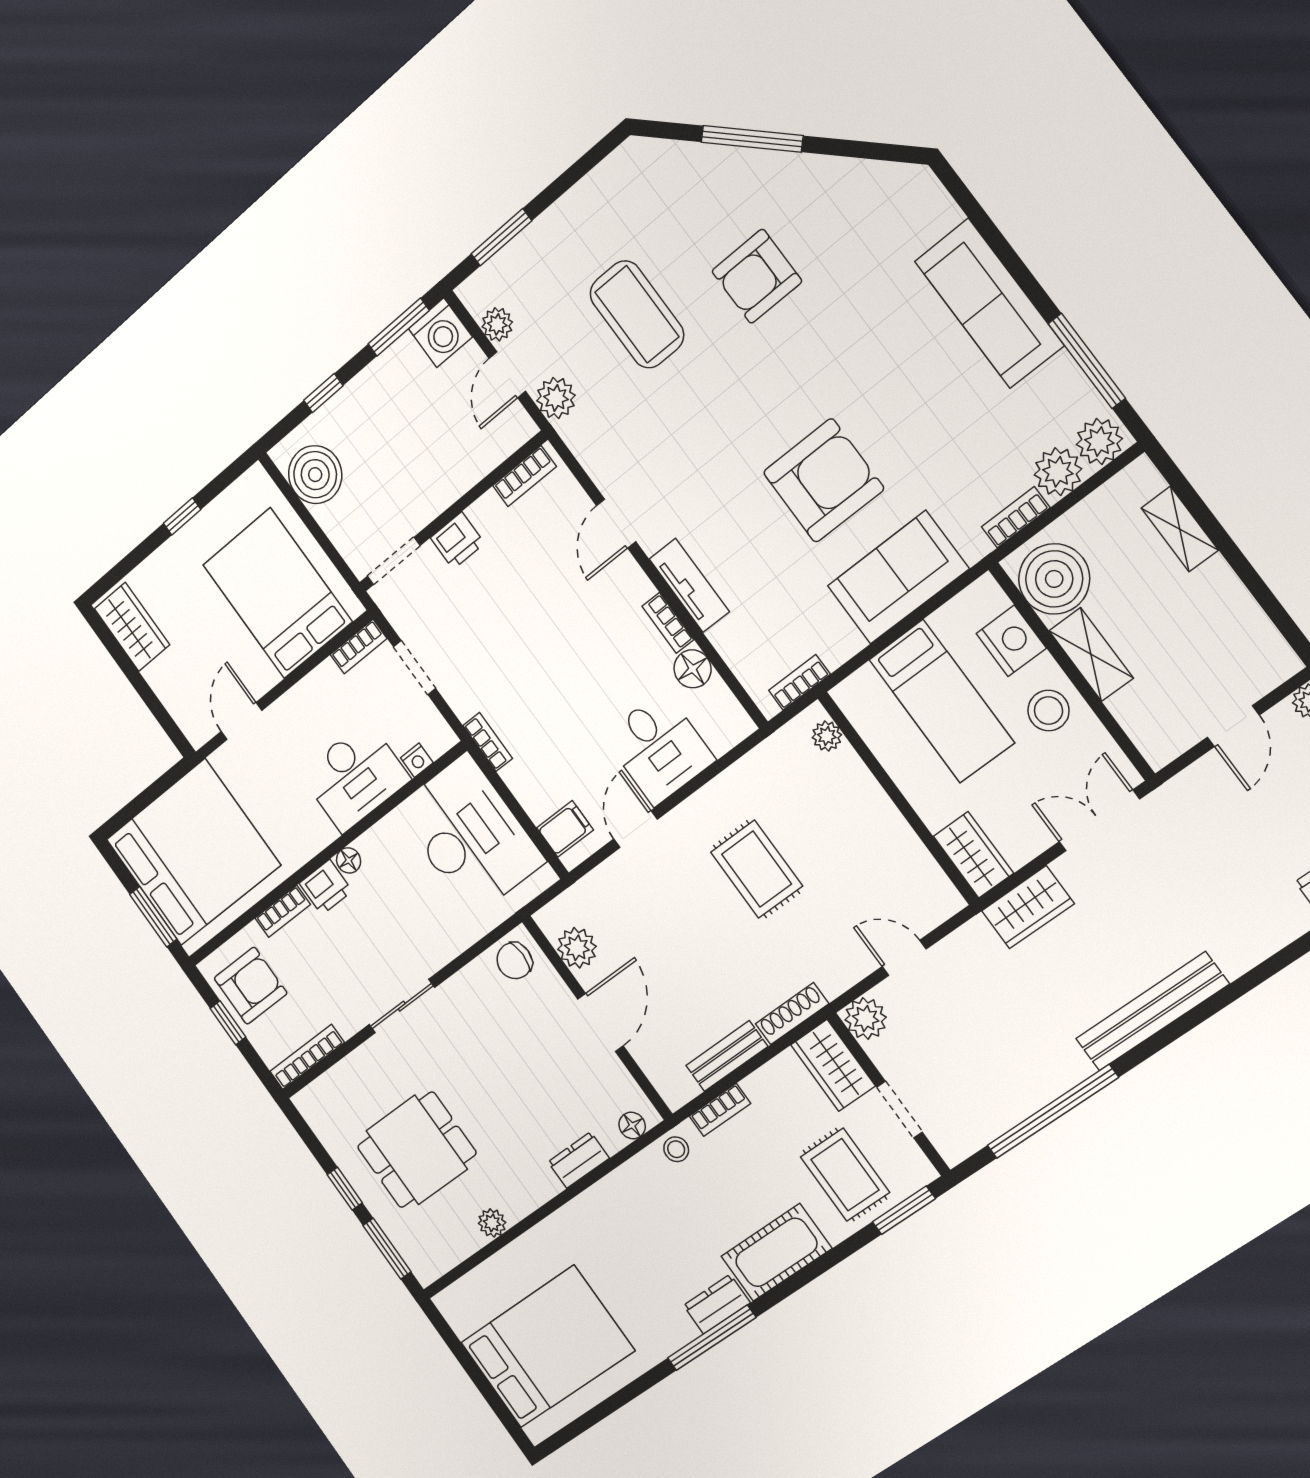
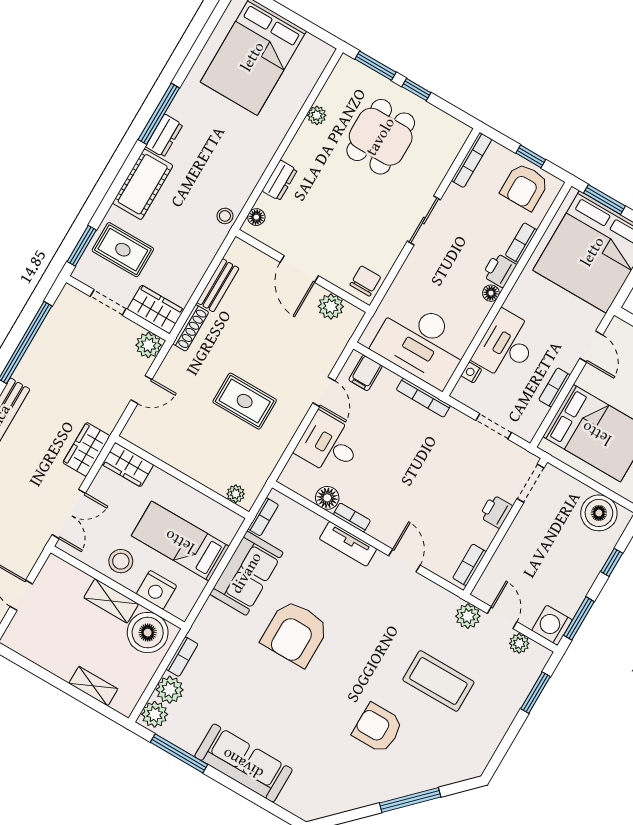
armchair: (757, 276) -> (378, 728), turned -90
sofa: (898, 577) -> (247, 573), moved
bookcase: (359, 647) -> (554, 387), moved
bookcase: (488, 742) -> (423, 398), width x1.56
bookcase: (720, 1110) -> (209, 252), removed

